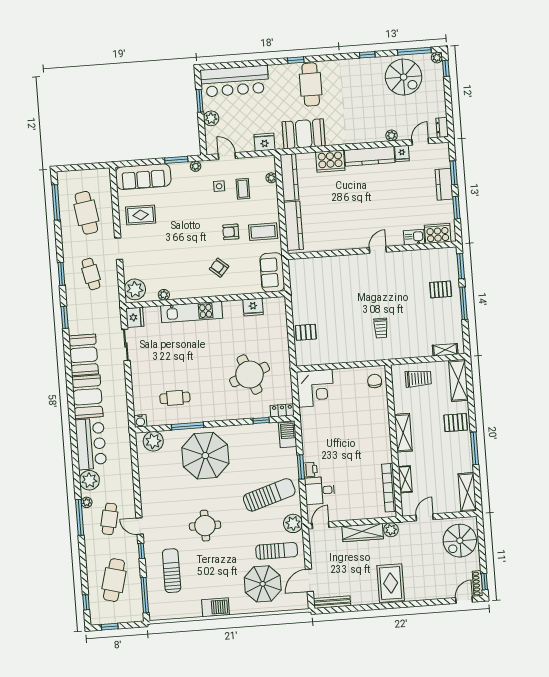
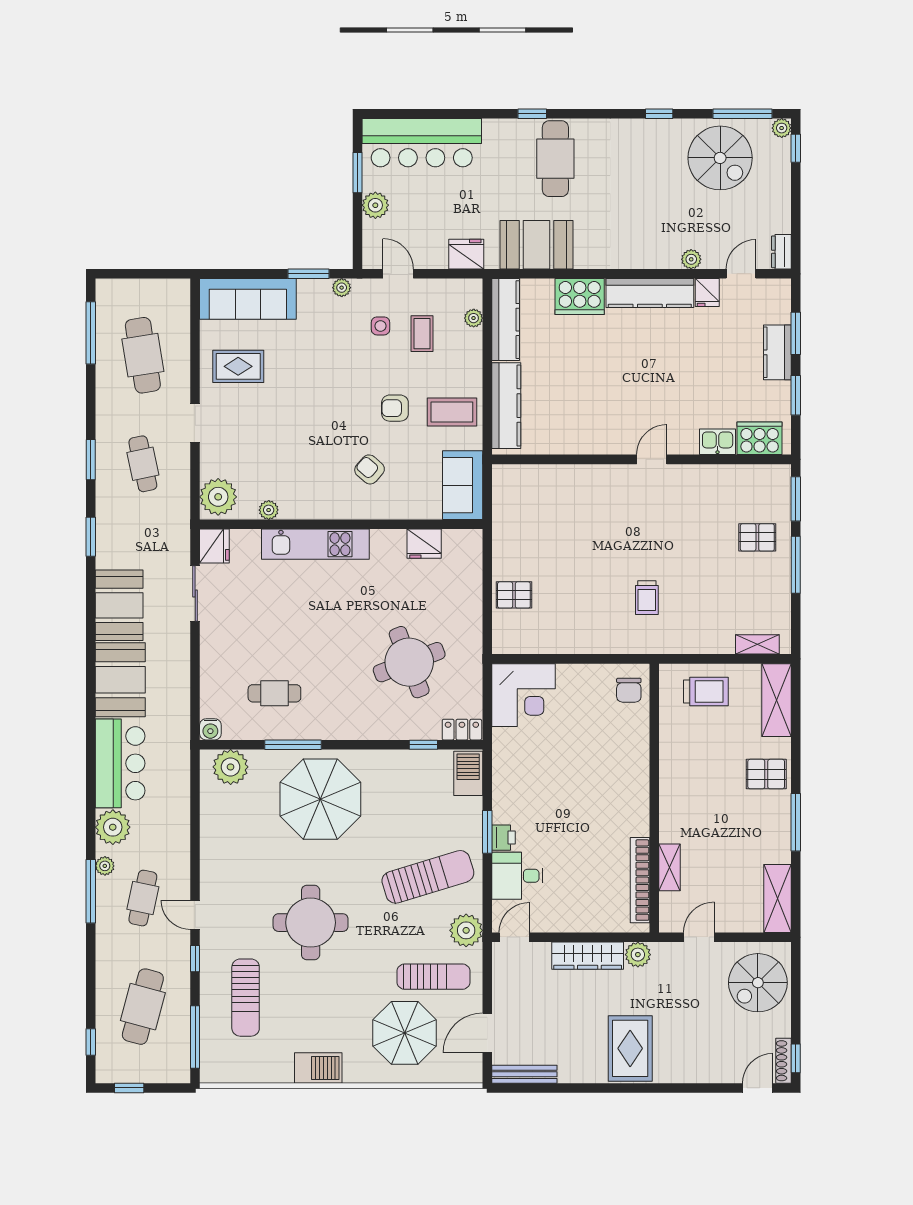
chair: (375, 381) -> (629, 690), turned 180
shelving: (403, 433) -> (672, 785), removed
round table: (205, 526) -> (311, 923), width x1.36, depth x1.36
sun lounger: (172, 571) -> (246, 998), turned 180

